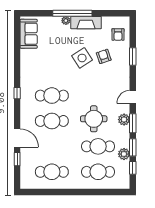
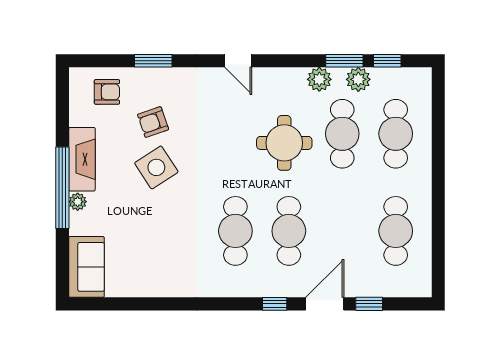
sofa: (29, 34) -> (86, 267), moved, turned 90
window: (17, 93) -> (275, 304), moved
plant: (124, 120) -> (319, 79), moved
window: (133, 123) -> (294, 61), removed

